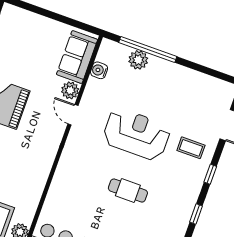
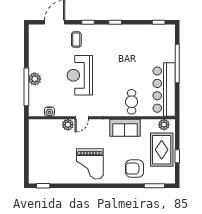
sofa: (77, 57) -> (125, 128), moved
plant: (138, 60) -> (35, 79), moved
cafe table: (128, 191) -> (132, 102), moved

